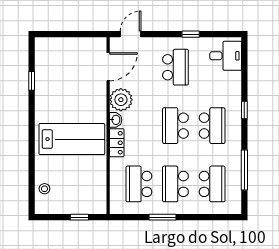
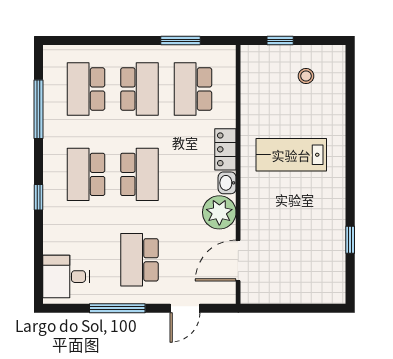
door: (131, 34) -> (185, 308), moved
window: (191, 34) -> (117, 308), width x2.17
lab bench: (72, 139) -> (291, 155), width x0.73, depth x0.72
school desk: (139, 184) -> (193, 89), turned 180
stool: (44, 189) -> (306, 76), moved
window: (162, 217) -> (180, 41), moved

